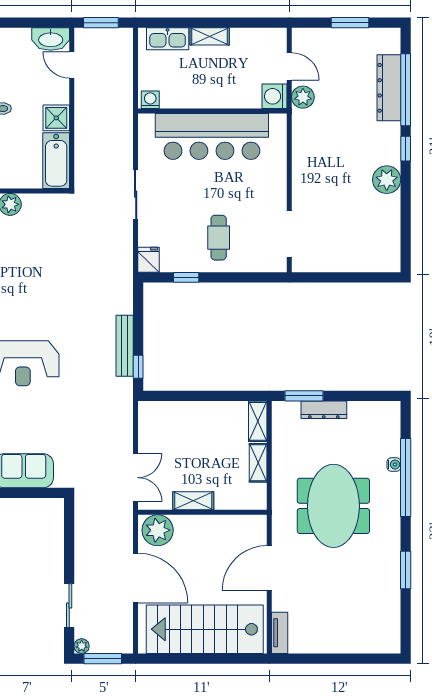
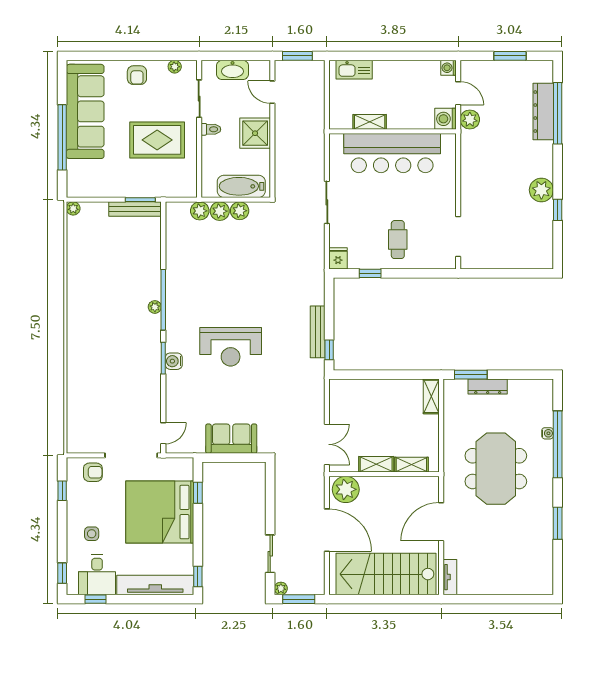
shelving: (210, 36) -> (370, 122), moved
washbasin: (51, 39) -> (233, 70), moved
washing machine: (150, 100) -> (449, 68), moved, turned -90
shower: (56, 118) -> (255, 133), width x1.36, depth x1.36
window: (406, 149) -> (558, 210), moved
bathtub: (56, 161) -> (241, 186), moved, turned 90
plant: (33, 204) -> (240, 211), added
shelving: (258, 463) -> (411, 465), moved, turned 90

